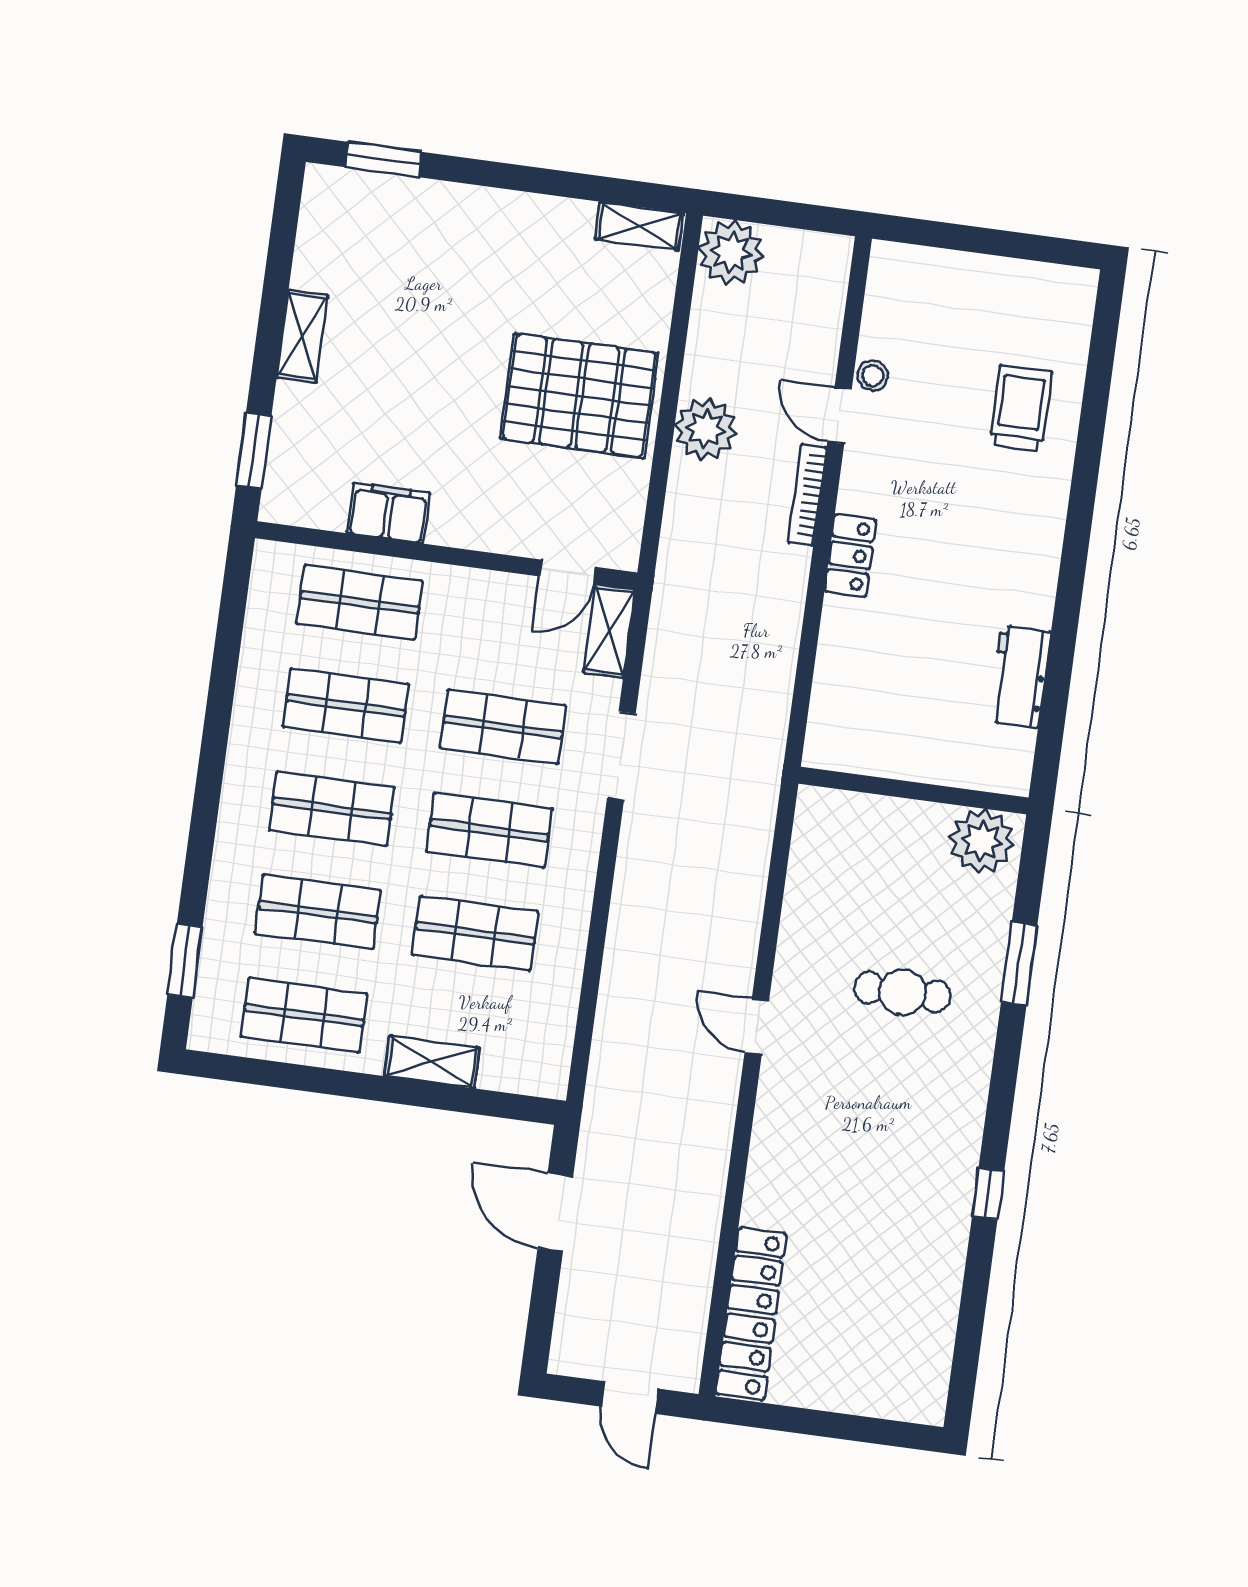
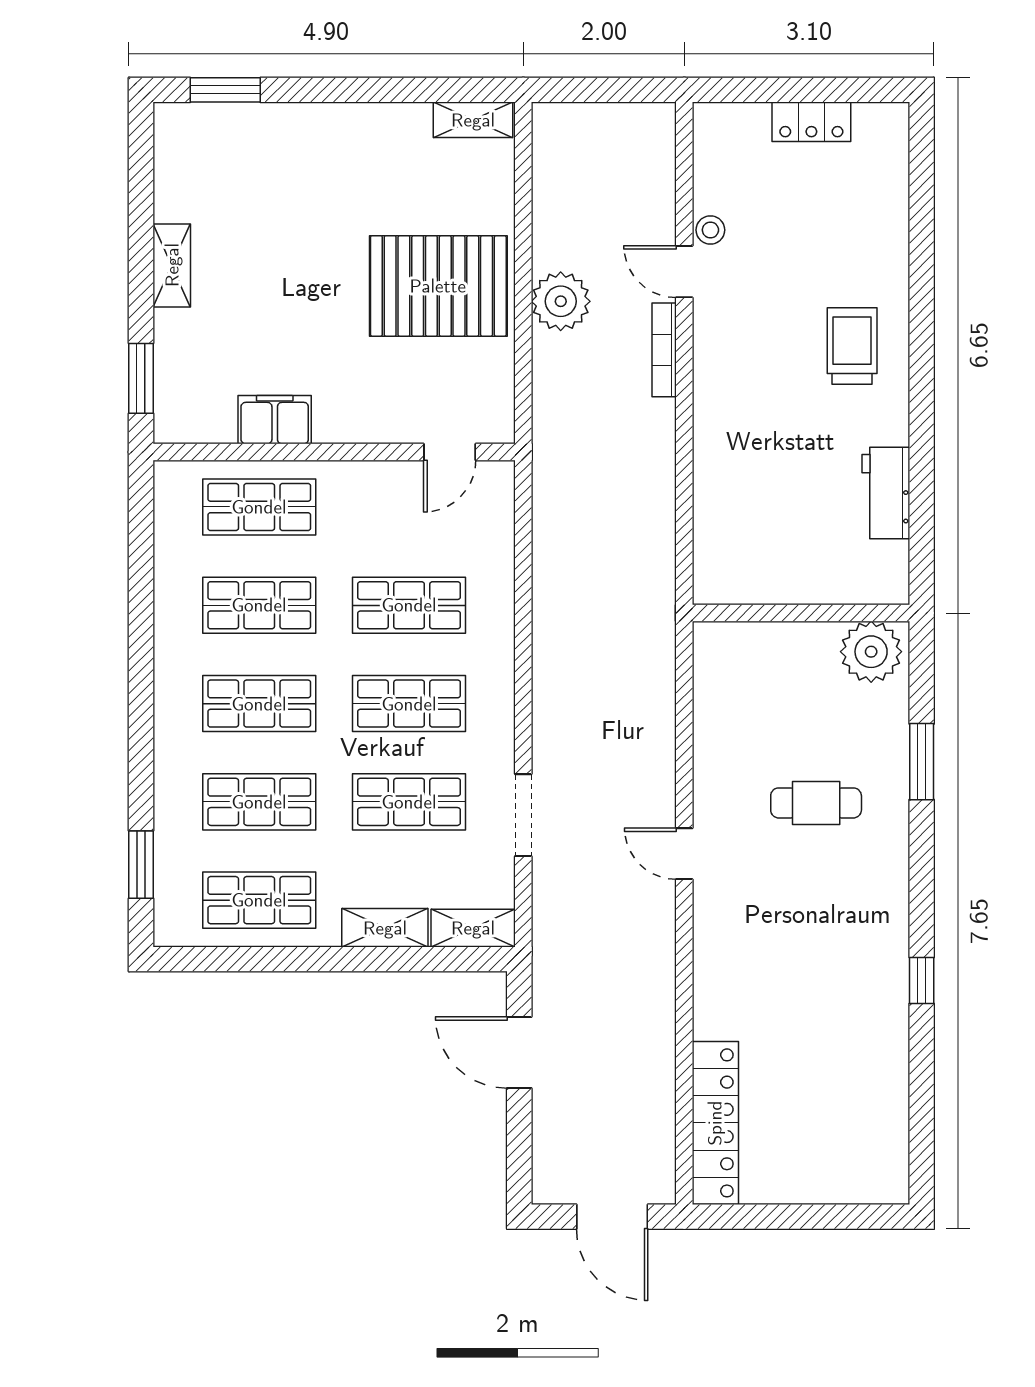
plant: (731, 252) -> (562, 133), removed
trolley: (1021, 408) -> (852, 346), moved
locker: (850, 555) -> (811, 122), moved, turned 90
shelving: (609, 631) -> (473, 928), moved, turned 90
doorway: (621, 756) -> (523, 815), moved
door: (630, 1398) -> (612, 1217), width x1.38

